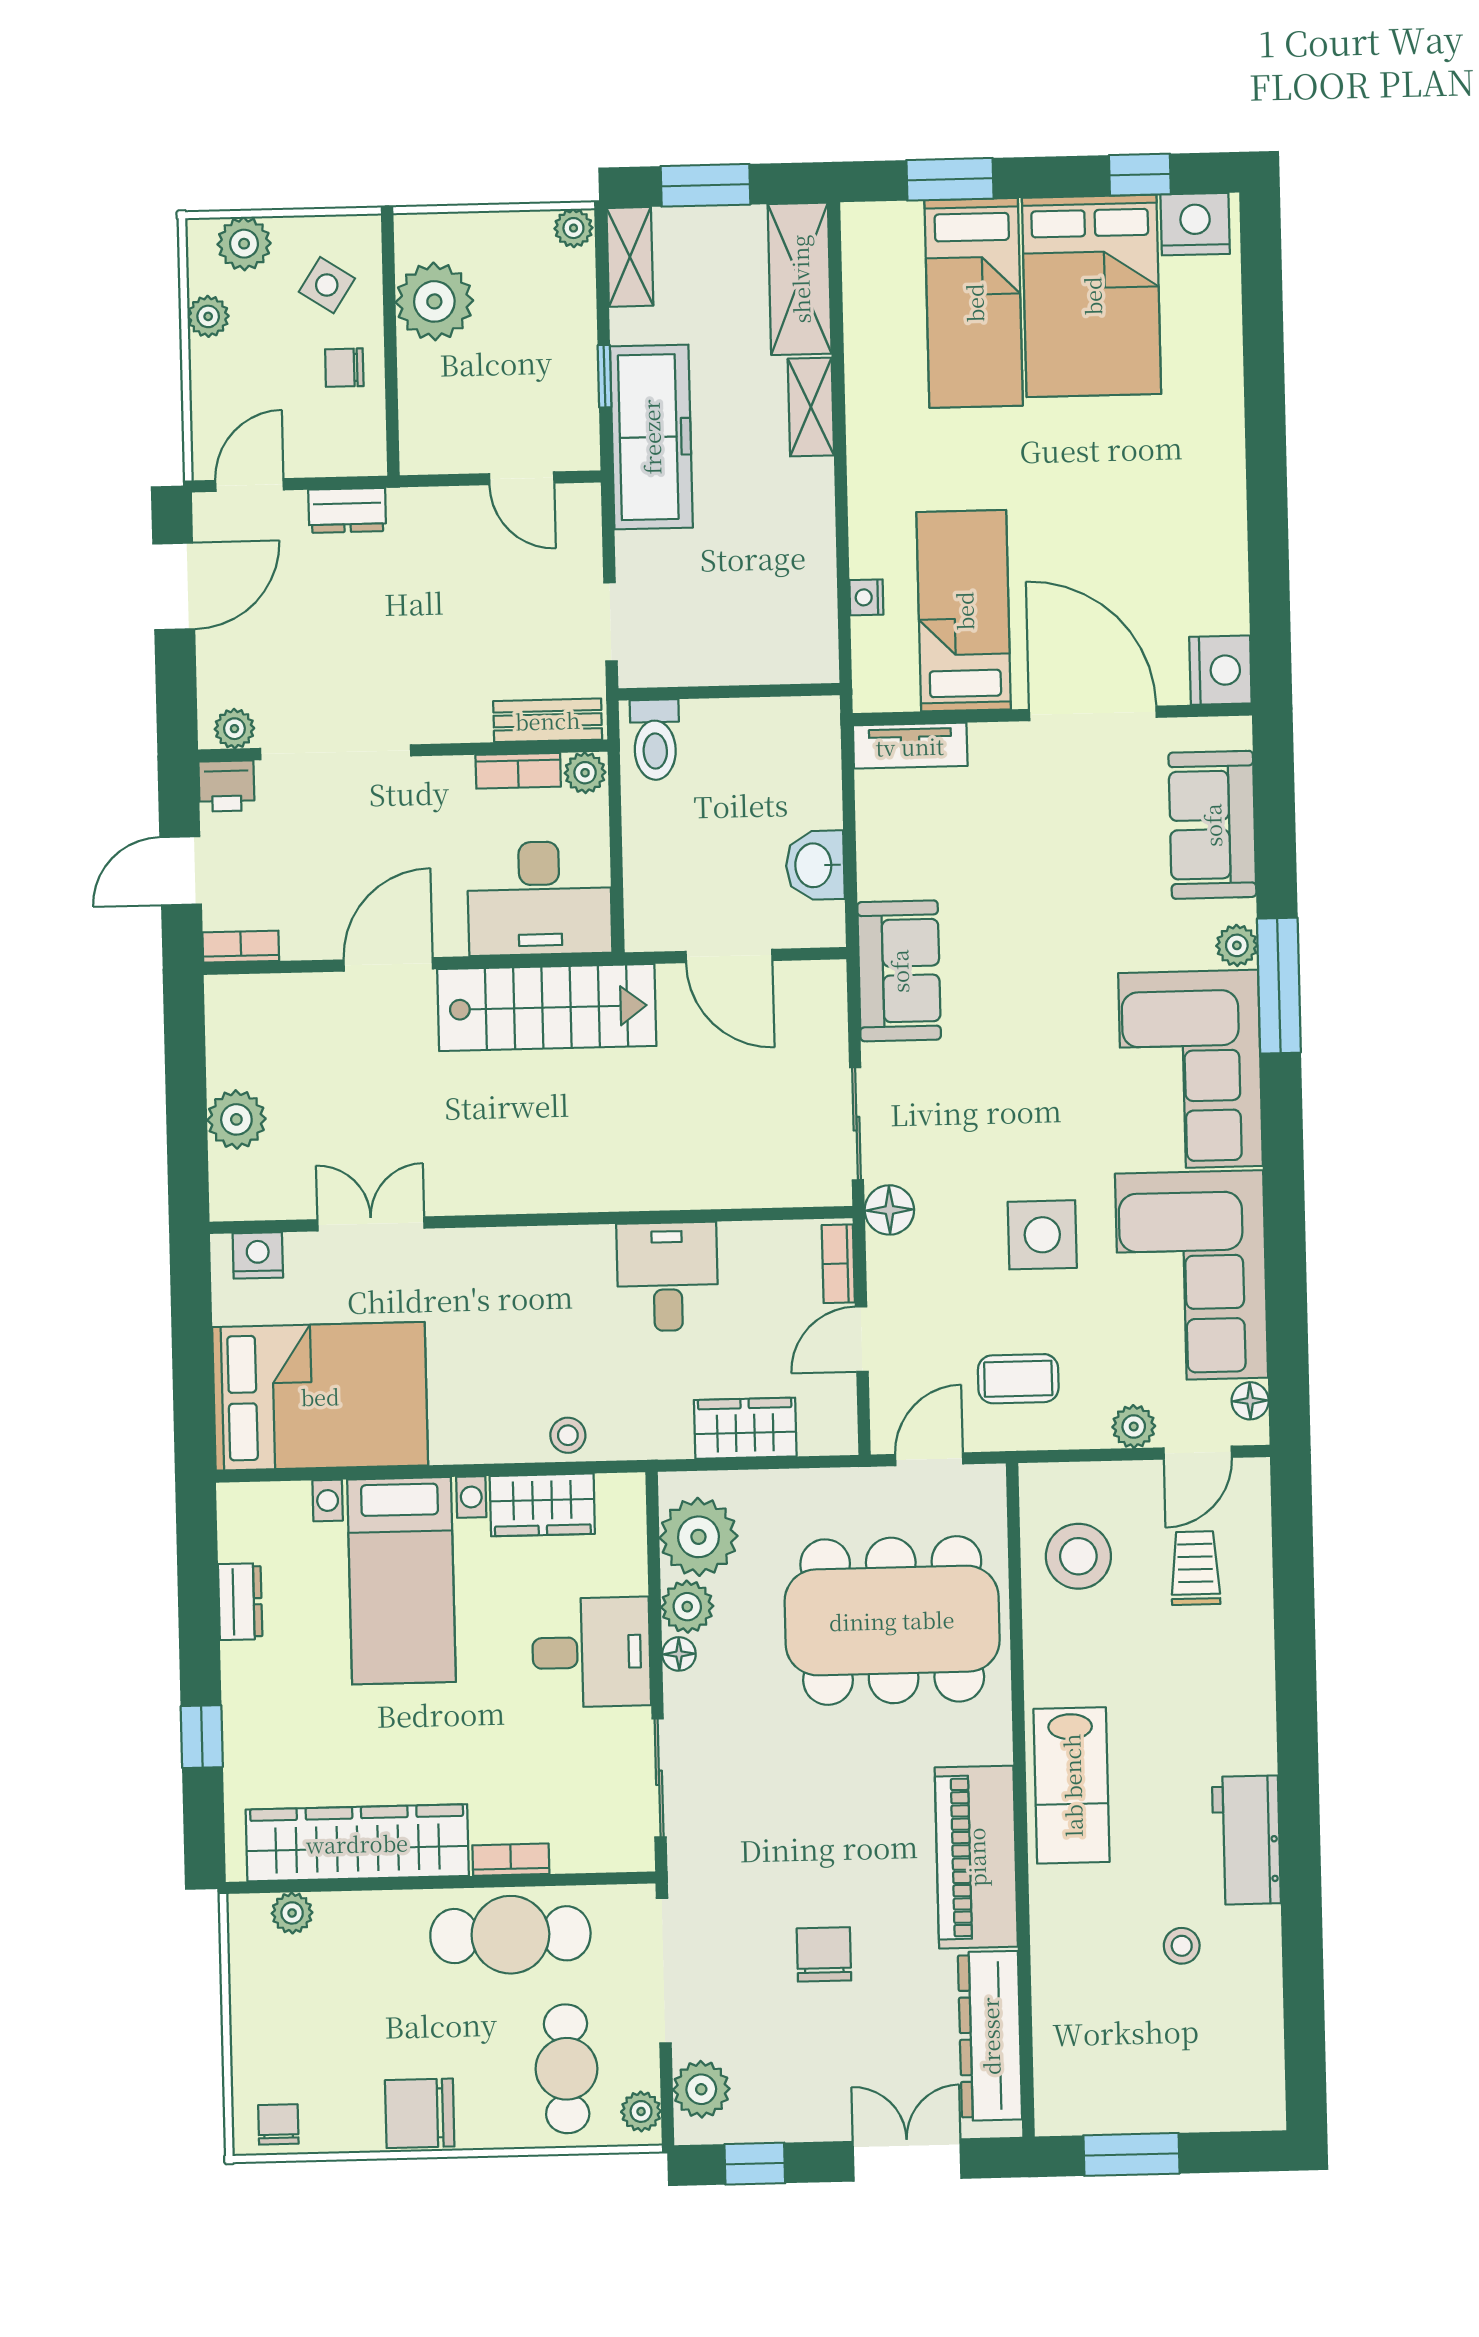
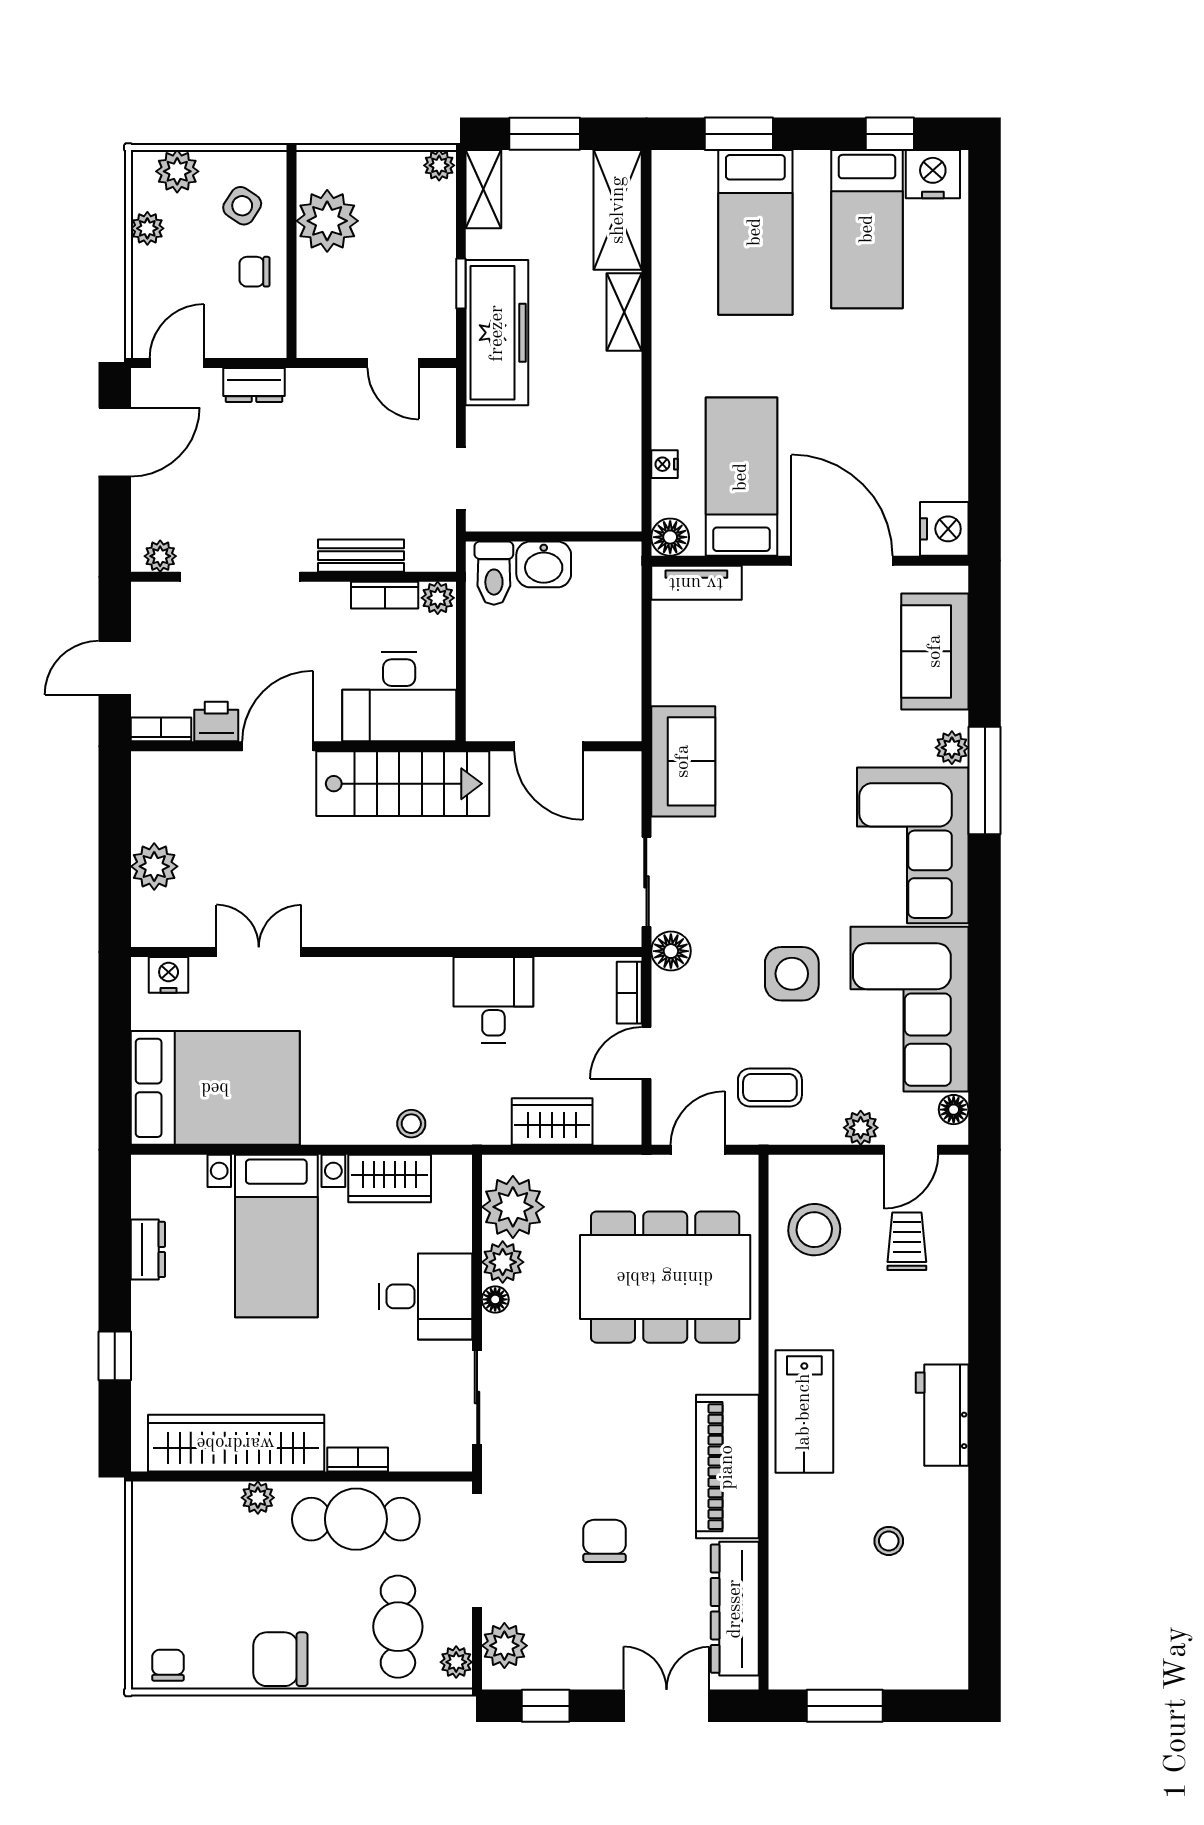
bed: (1092, 296) -> (867, 229), width x0.67
floor lamp: (876, 689) -> (670, 537), added
bench: (548, 720) -> (361, 556), moved
printer: (226, 786) -> (216, 722), moved, turned 180
washbasin: (815, 865) -> (544, 564), moved, turned -90
workbench: (1246, 1840) -> (942, 1415), moved
plant: (292, 1913) -> (258, 1498), moved

